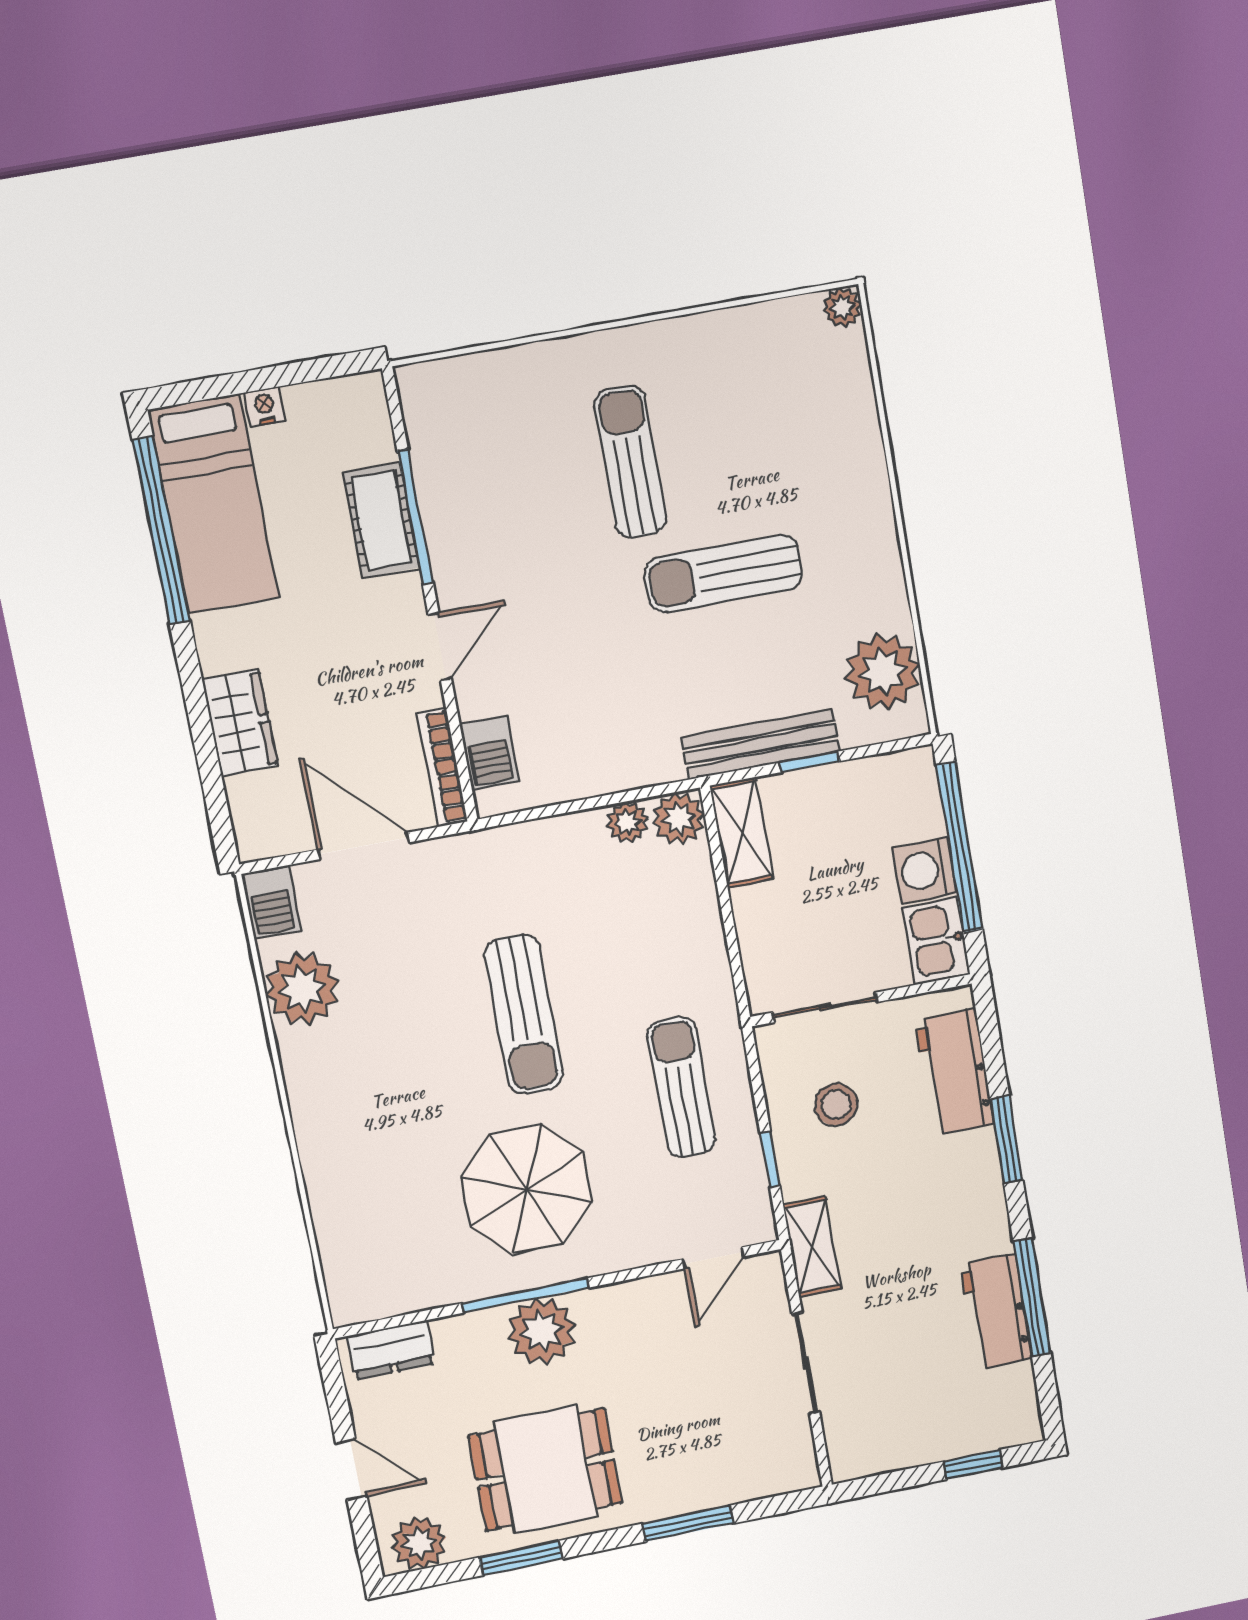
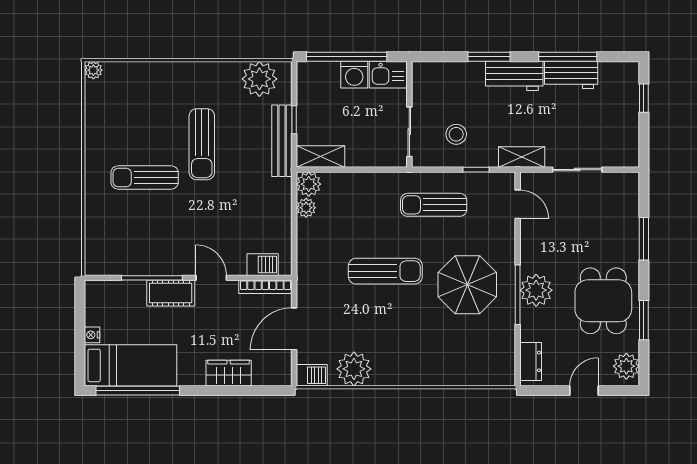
cot: (381, 520) -> (171, 293), moved
workbench: (955, 1072) -> (514, 76), moved

